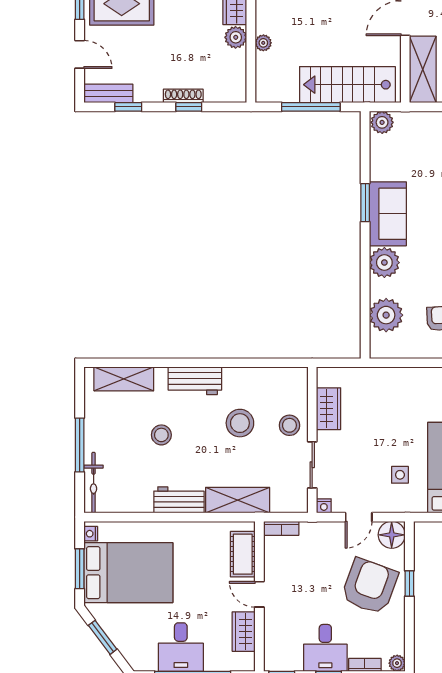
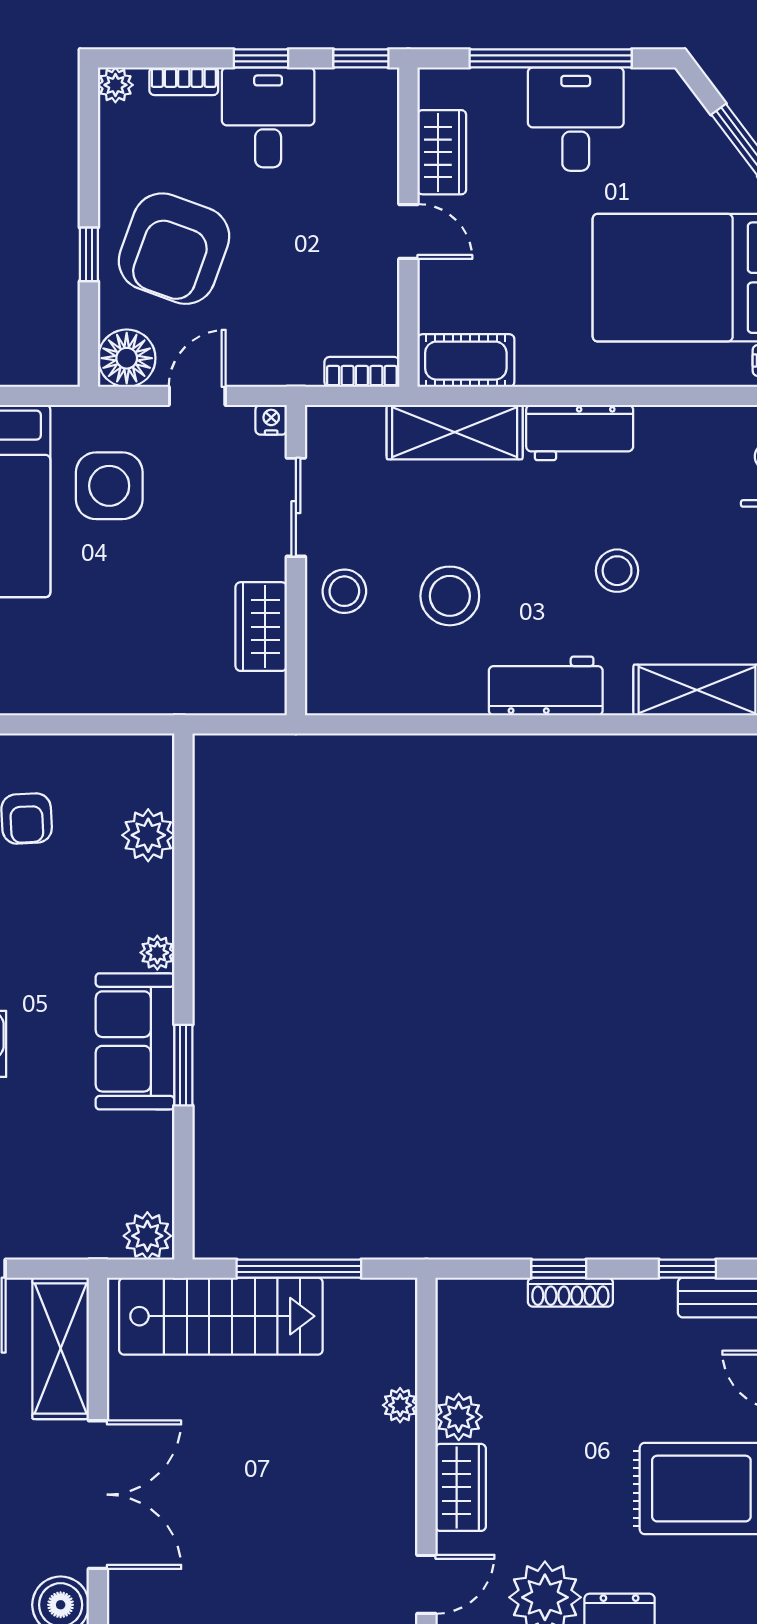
plant: (384, 263) -> (157, 953), width x0.53, depth x0.53
plant: (386, 315) -> (148, 835), width x0.73, depth x0.73
side table: (400, 475) -> (109, 486), width x1.87, depth x1.87
cot: (243, 554) -> (466, 361), moved, turned 90

